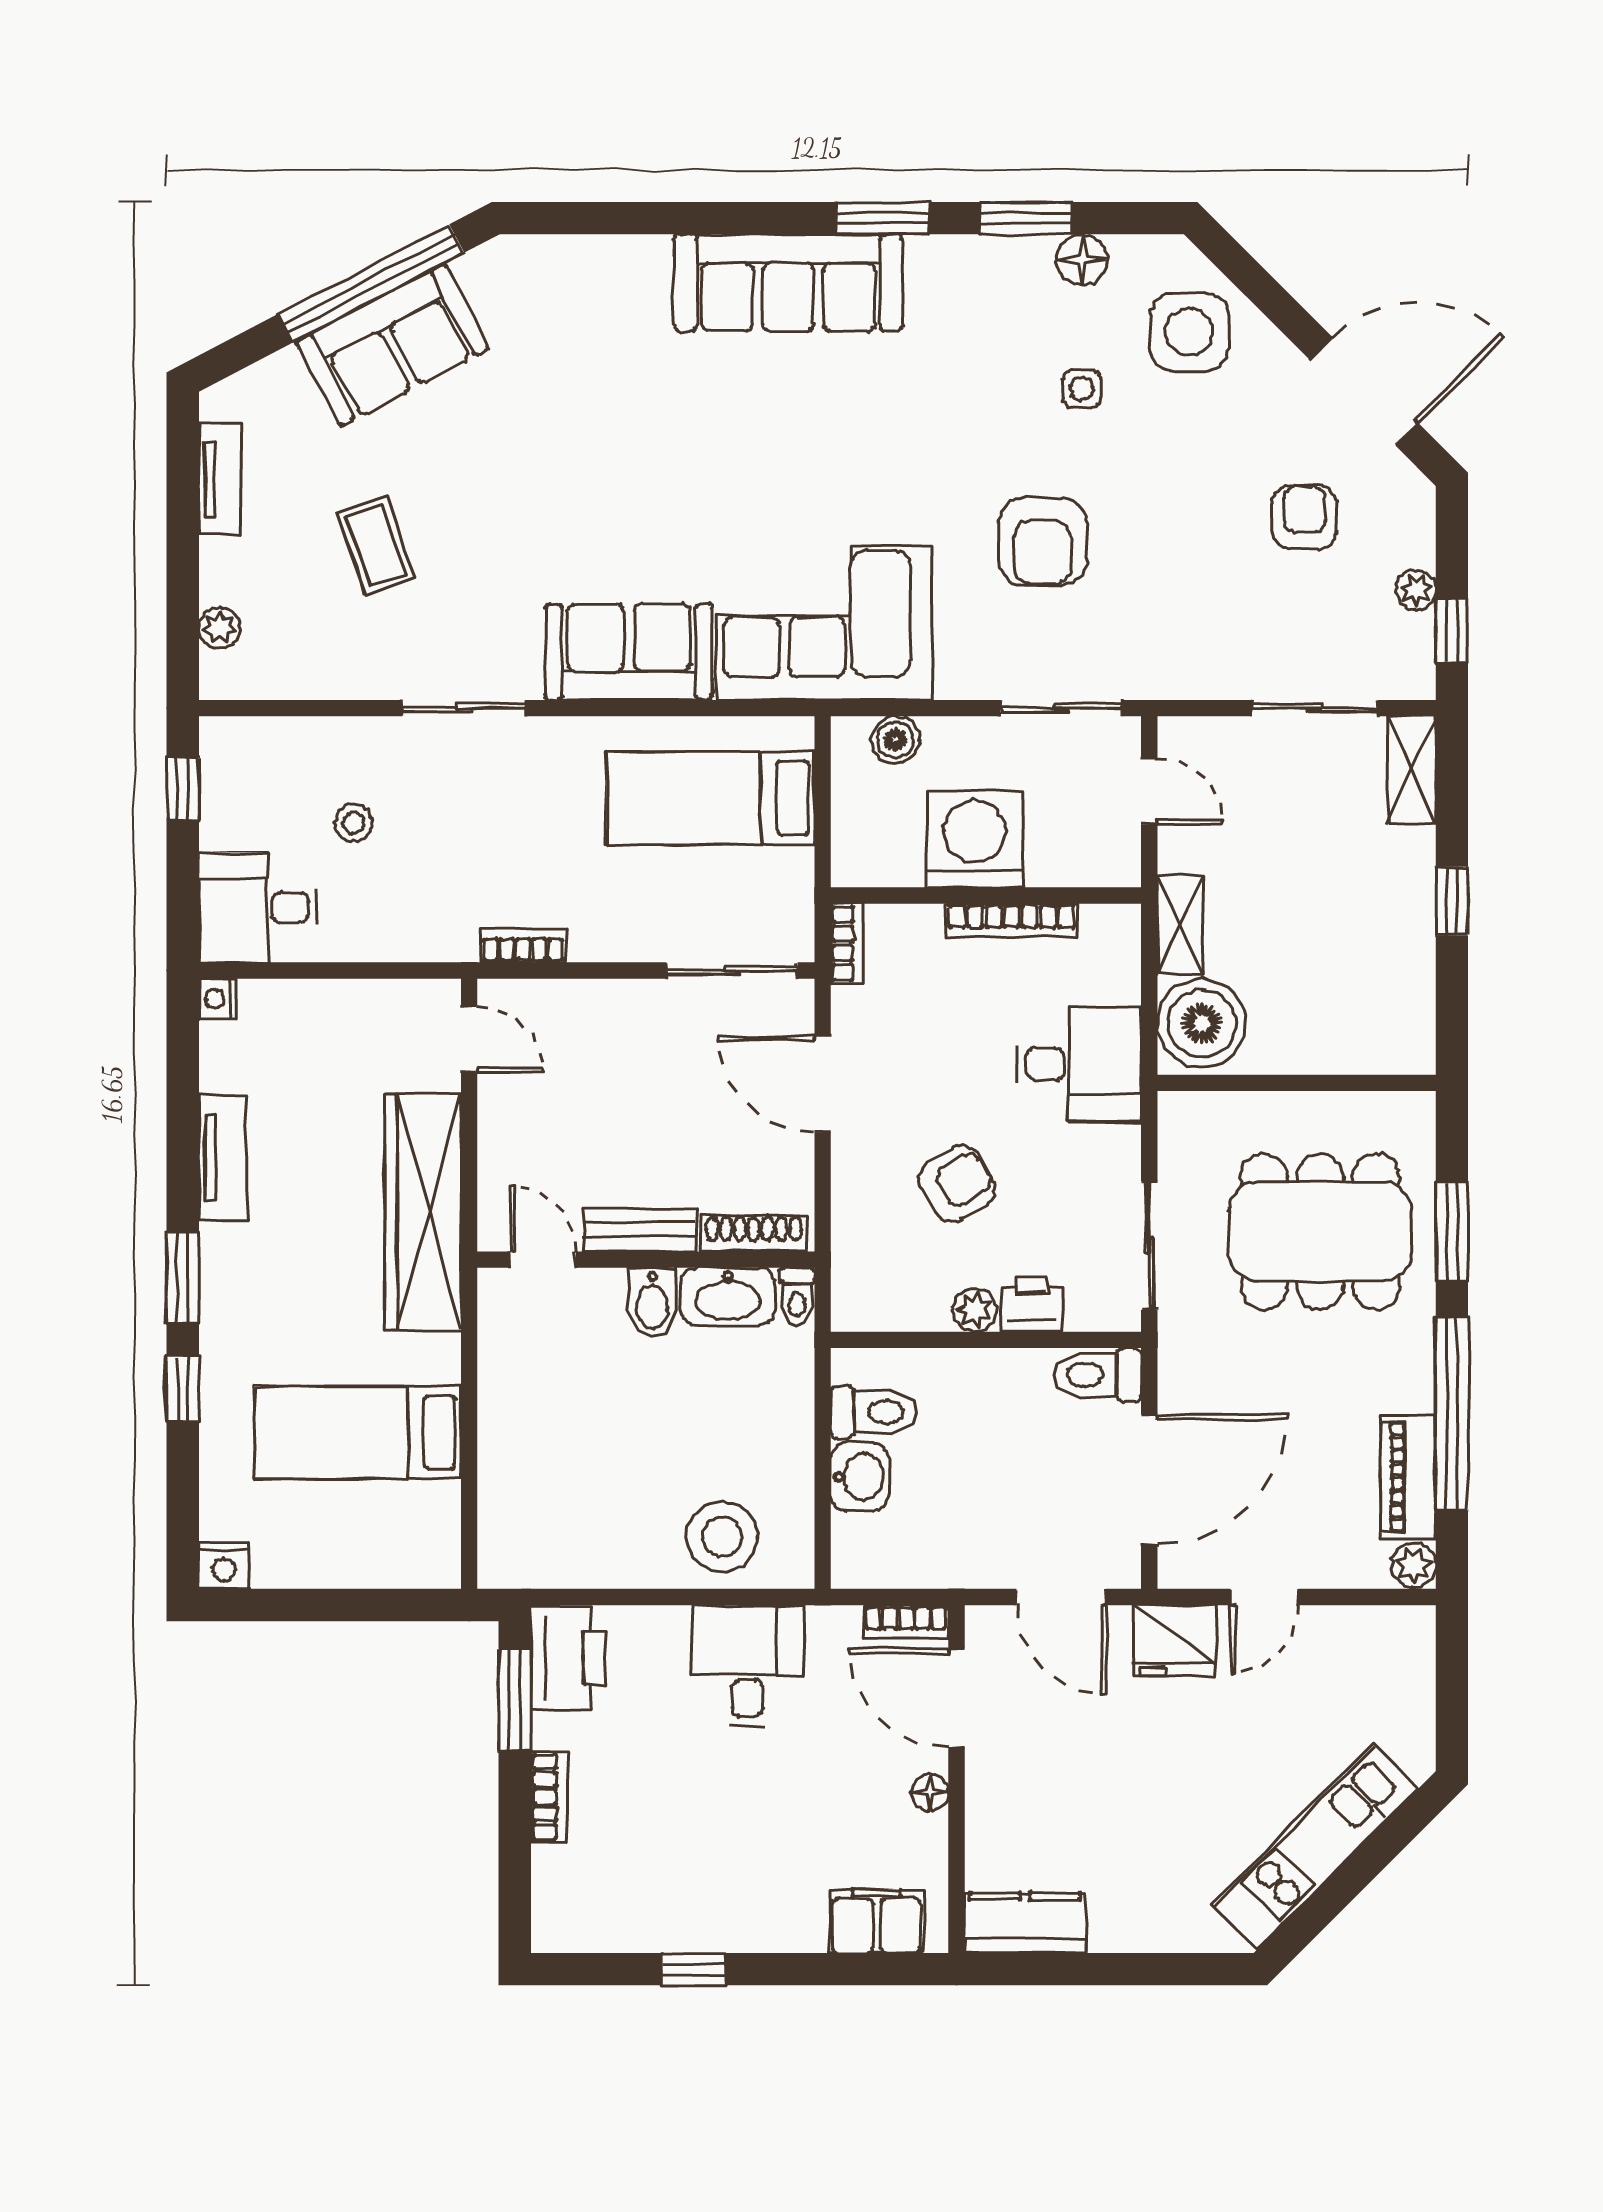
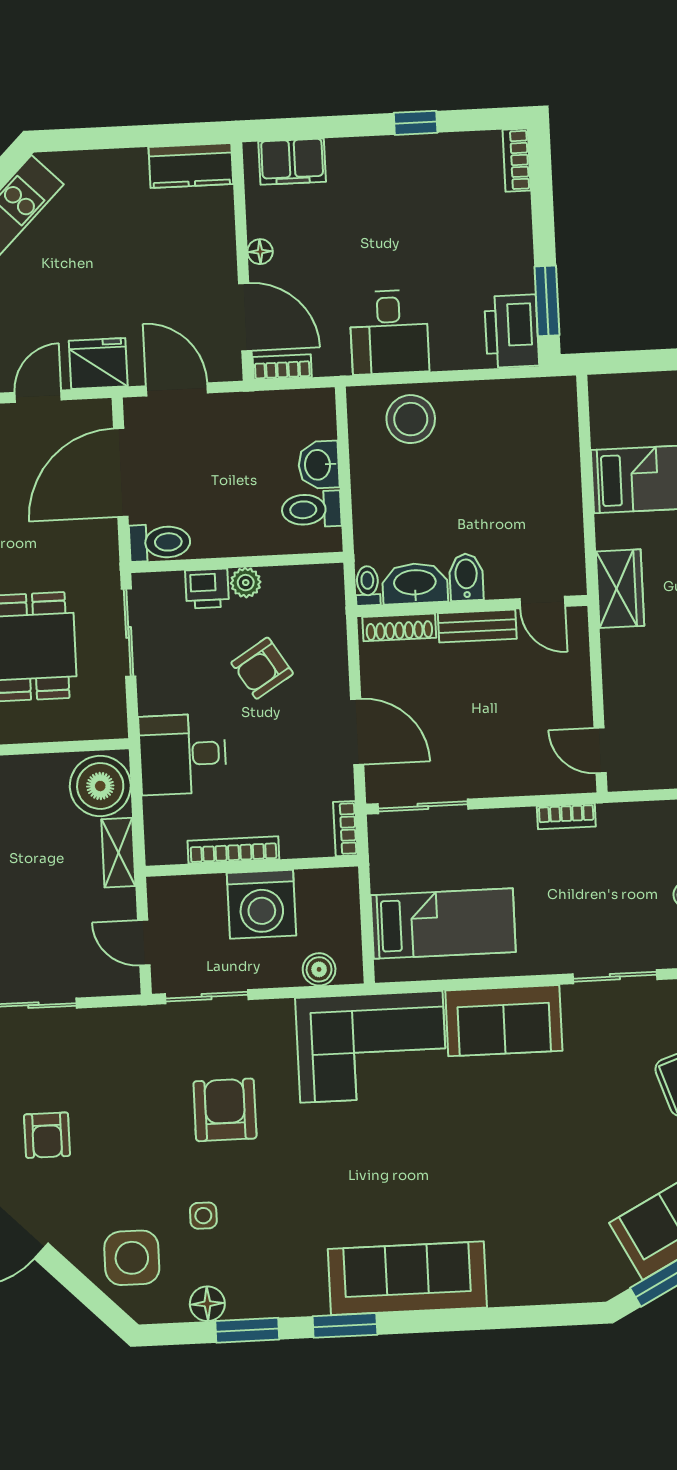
wardrobe: (423, 1213) -> (620, 589), width x0.48, depth x0.85
bookcase: (549, 1797) -> (517, 160), moved

